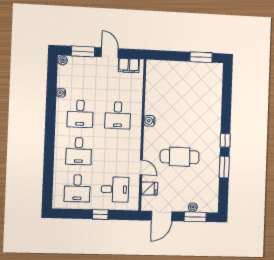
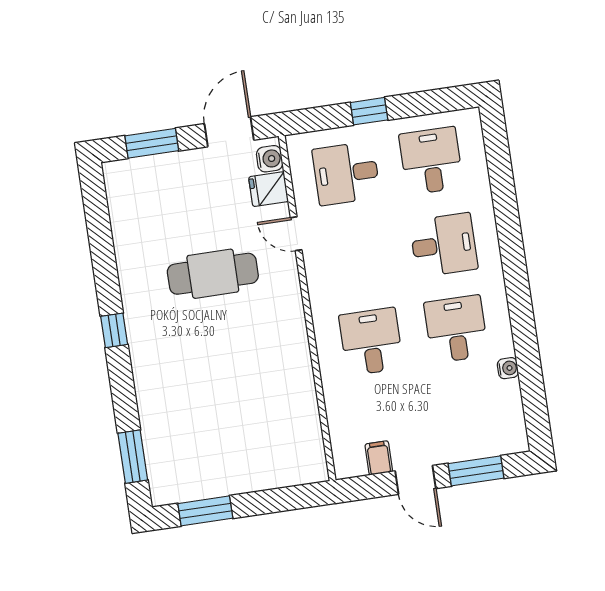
plant: (63, 60) -> (518, 442), removed
filing cabinet: (129, 65) -> (379, 458), width x0.50
water cooler: (149, 121) -> (270, 159), moved
desk: (79, 151) -> (444, 245), turned 90
window: (224, 167) -> (133, 457), moved
plant: (193, 207) -> (161, 164), removed

